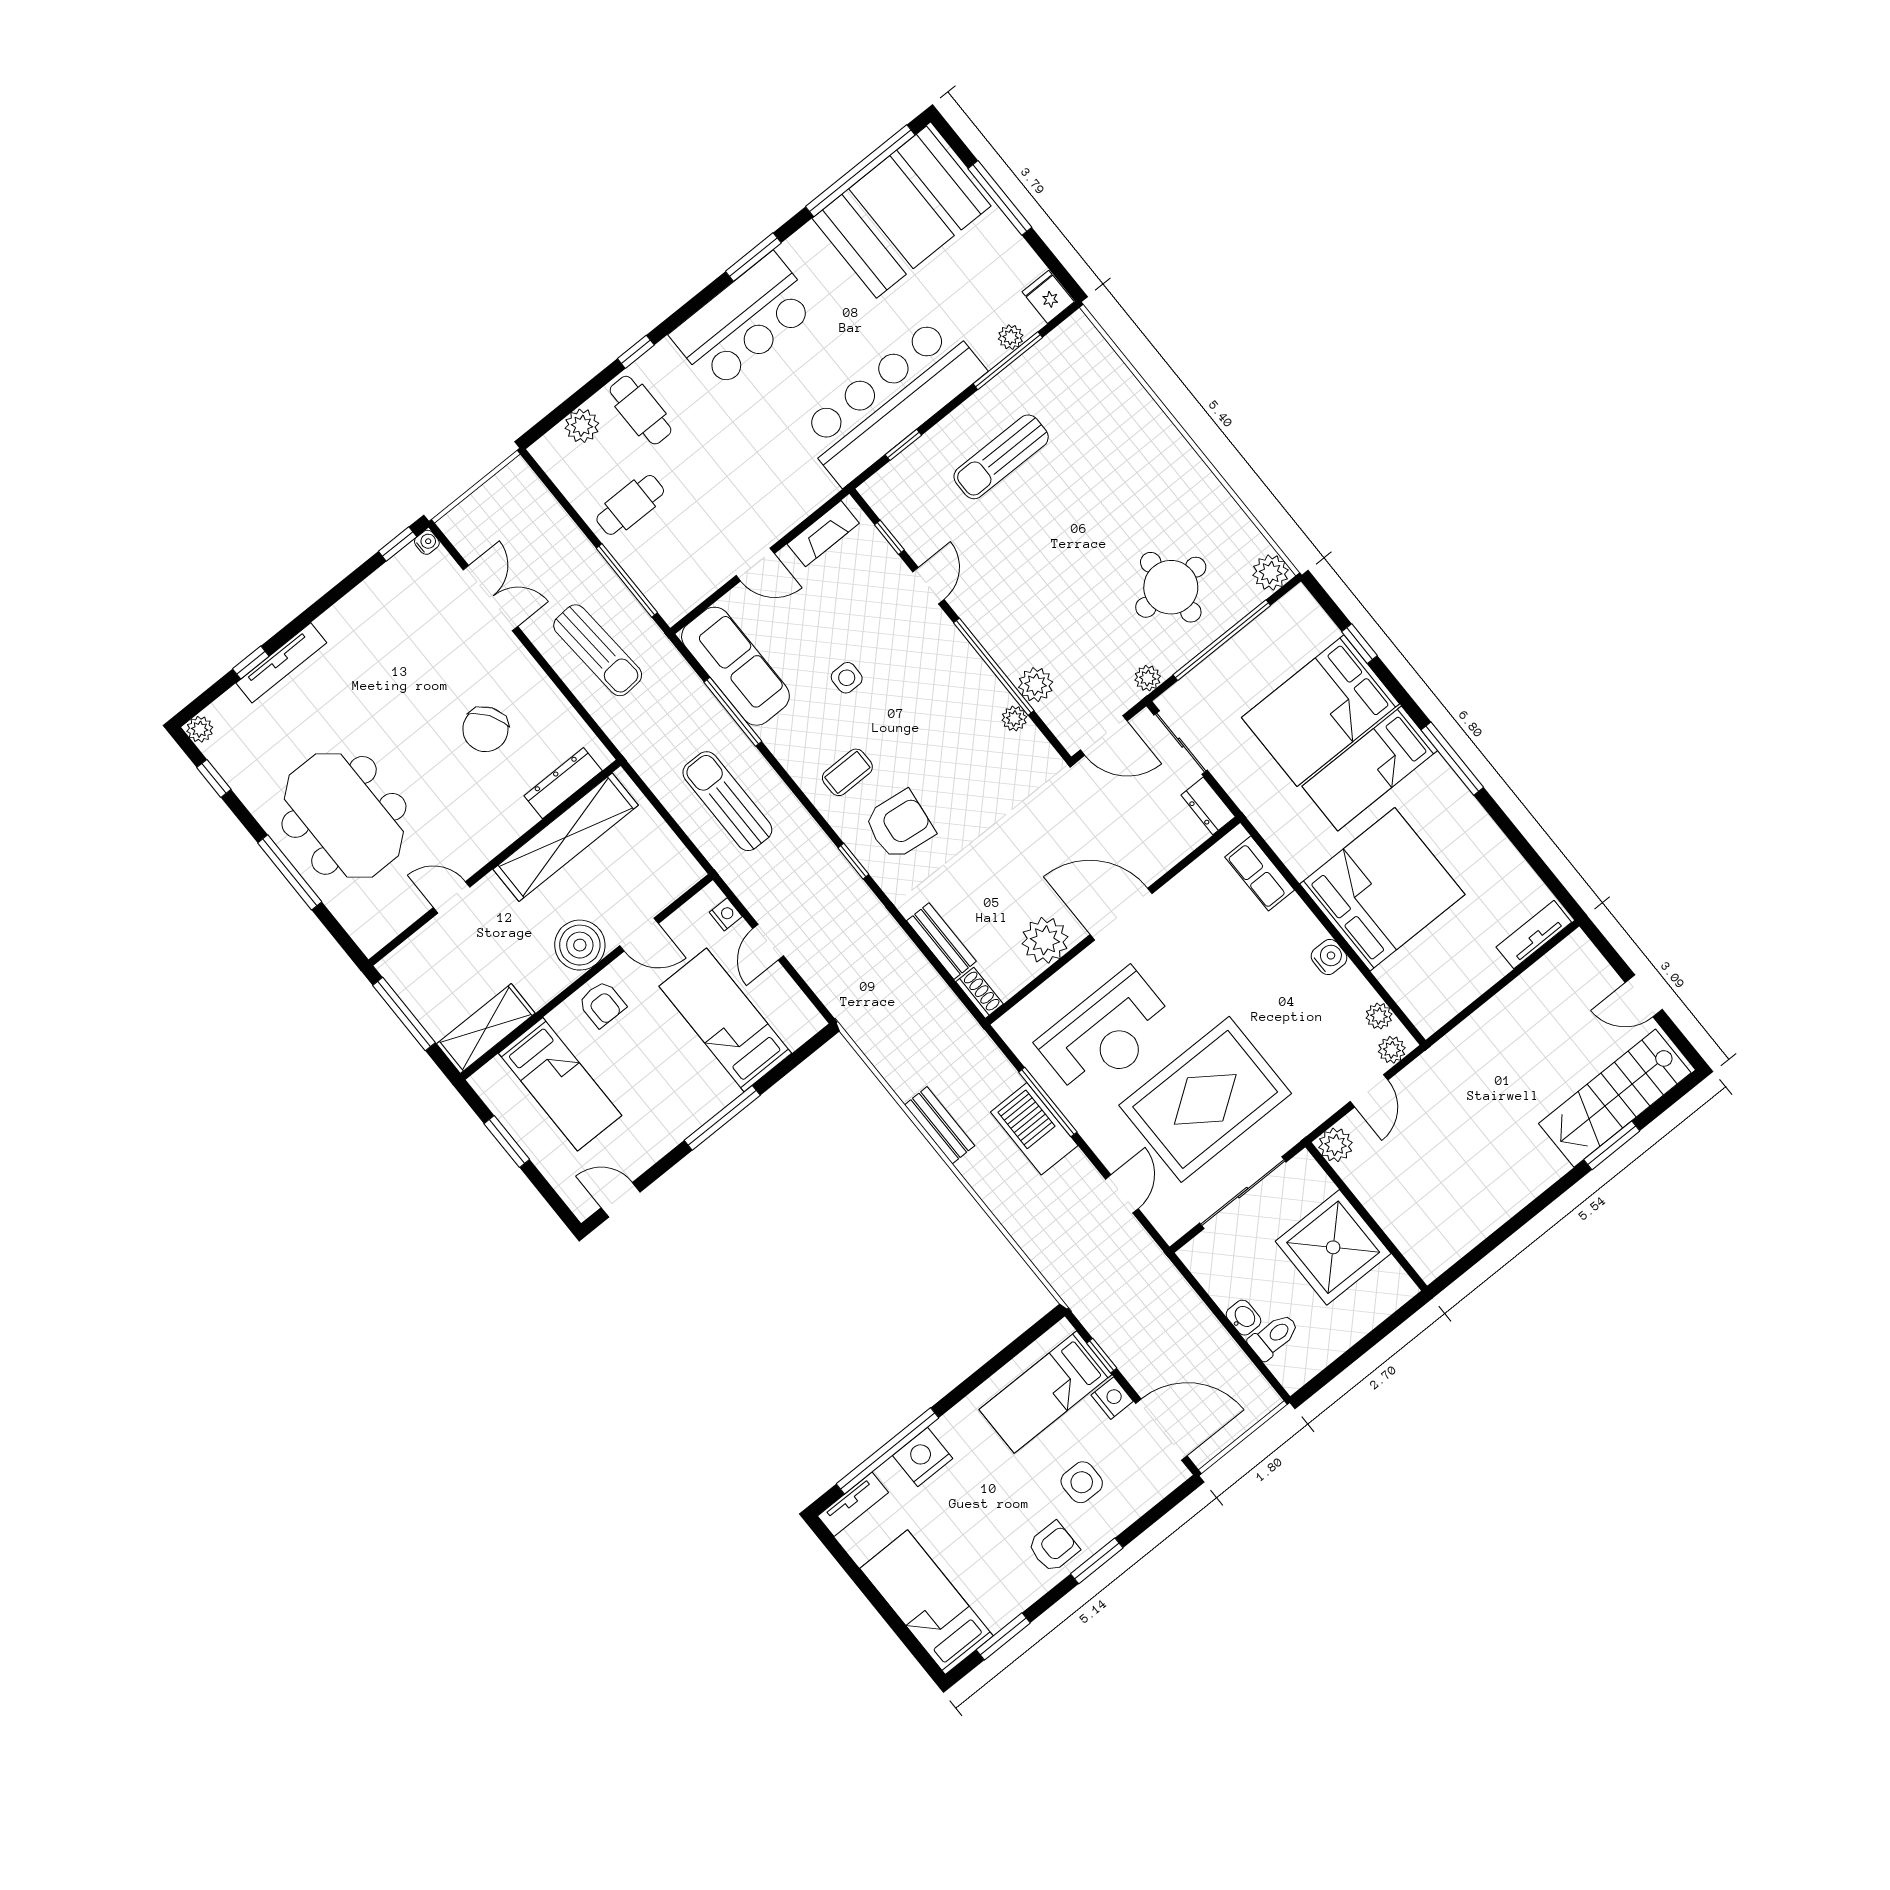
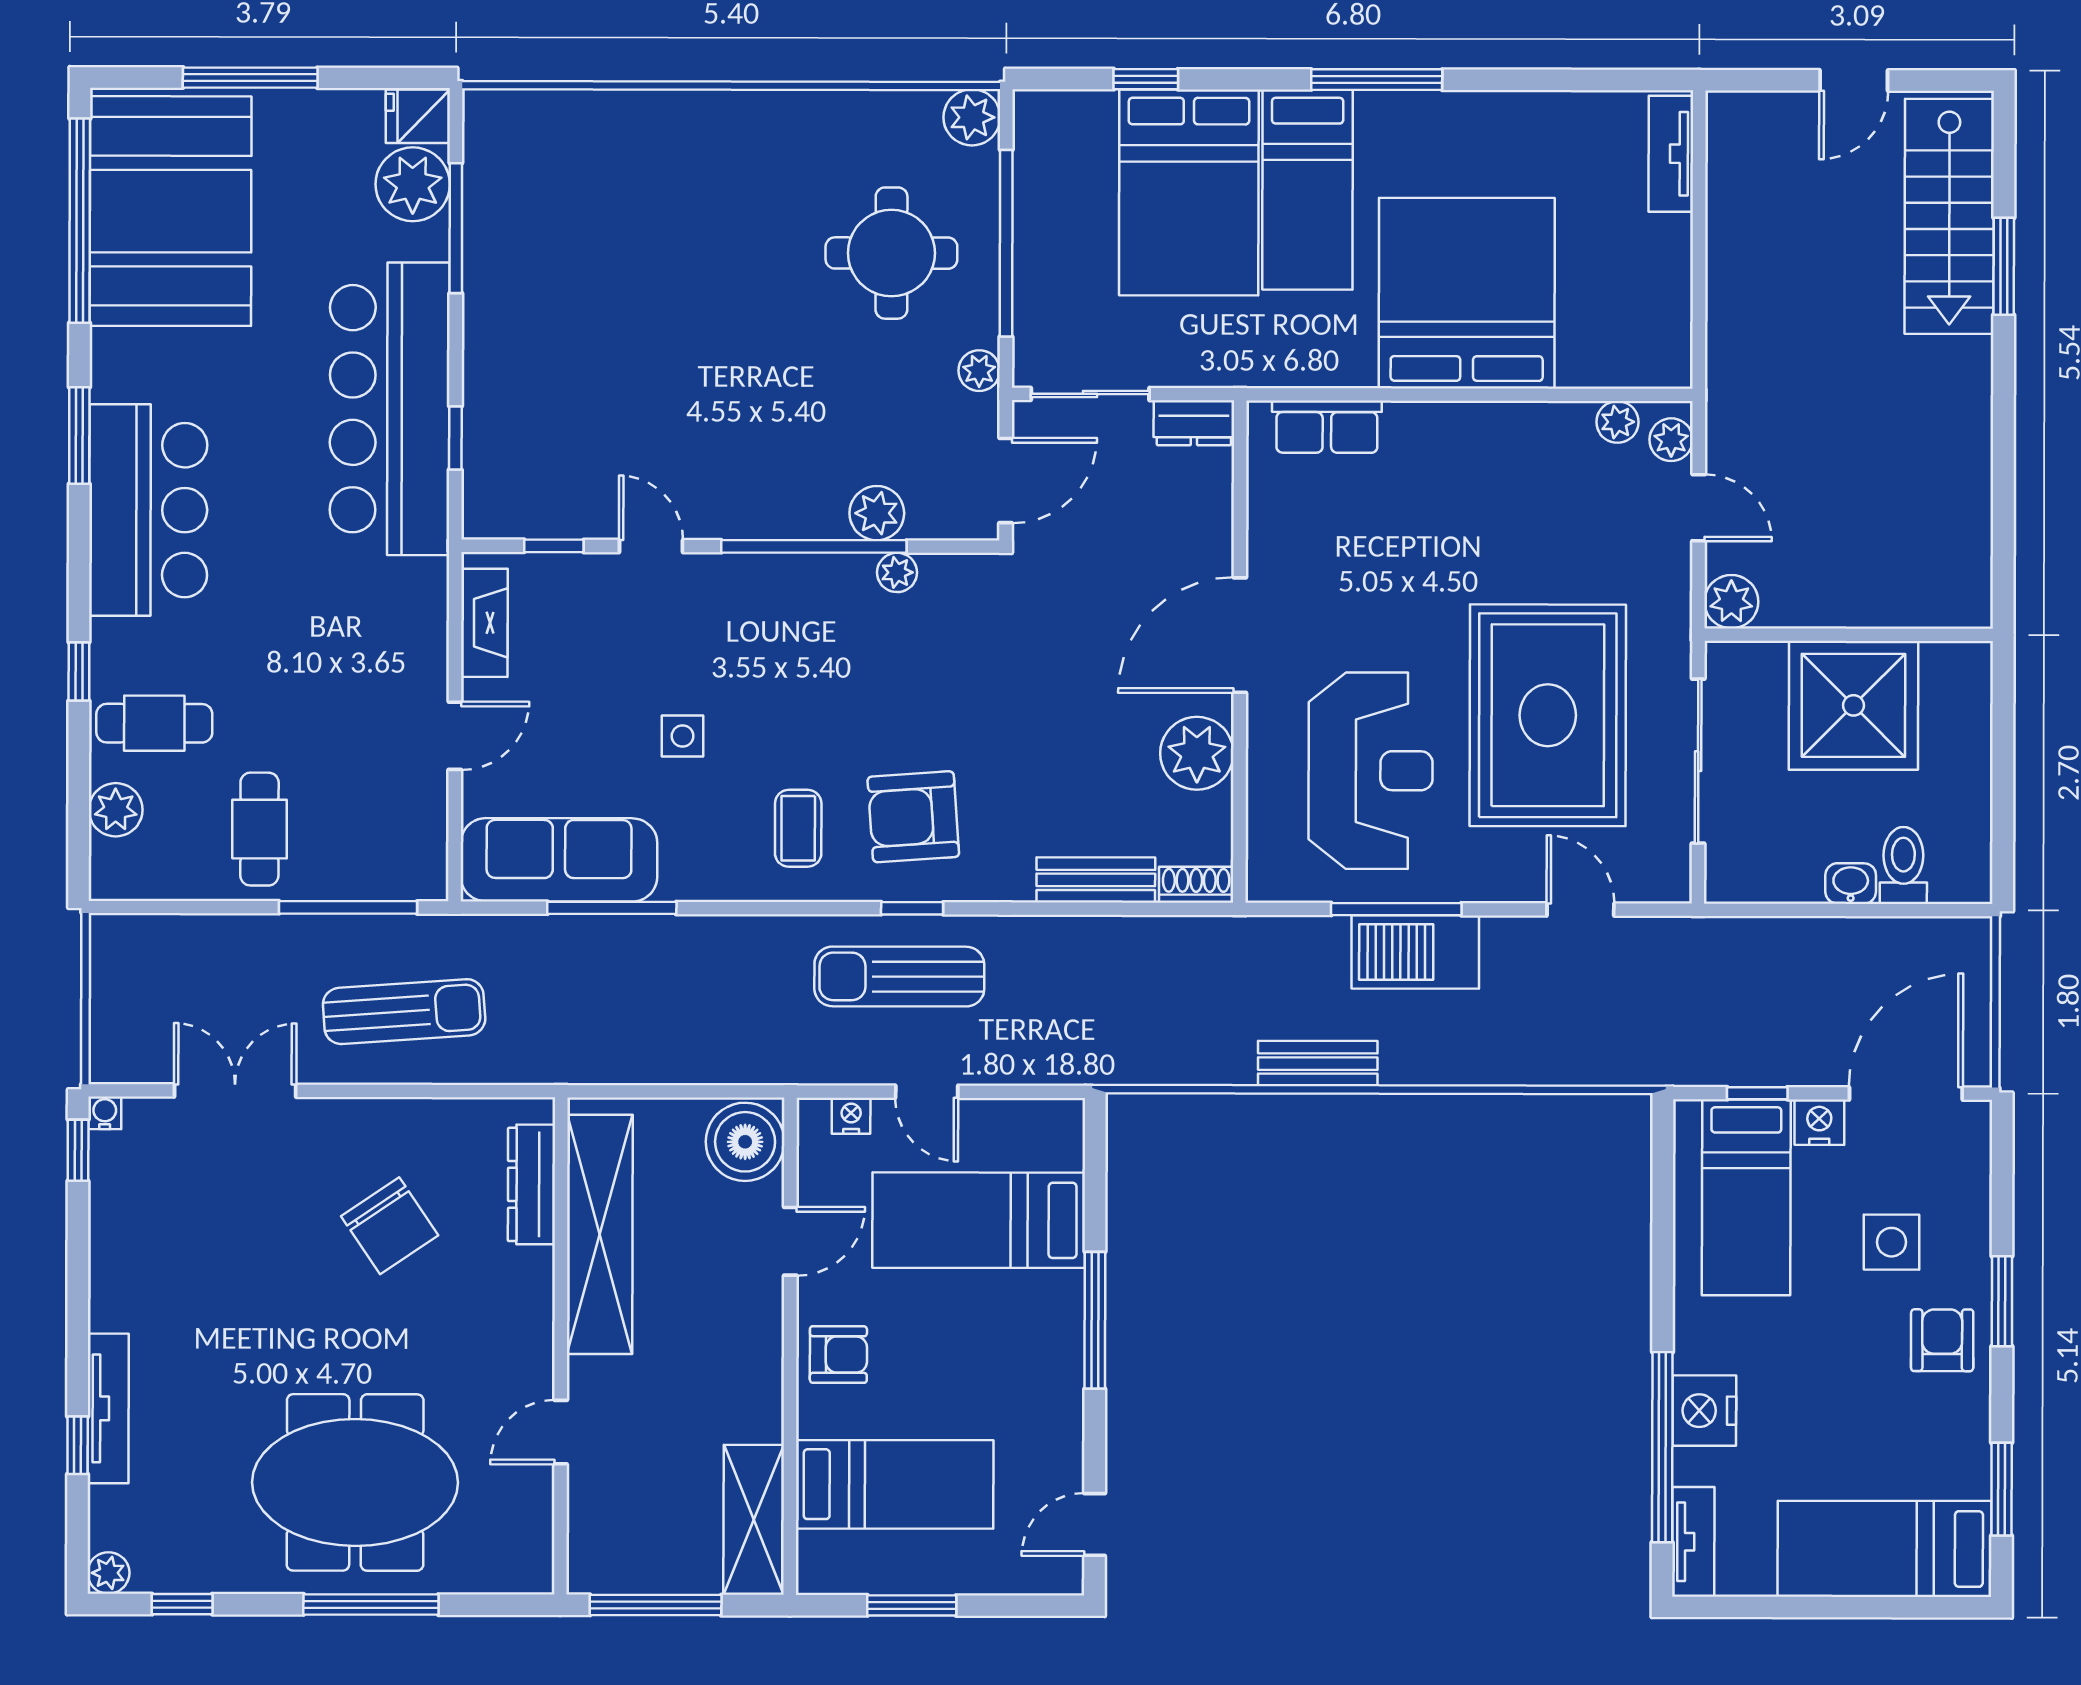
plant: (1011, 337) -> (413, 184), width x1.88, depth x1.88
sun lounger: (1001, 457) -> (566, 331), removed
sun lounger: (727, 801) -> (899, 977), moved
armchair: (899, 825) -> (913, 817), turned -101
boiler: (580, 945) -> (745, 1142), moved
water cooler: (1329, 957) -> (1497, 425), removed

